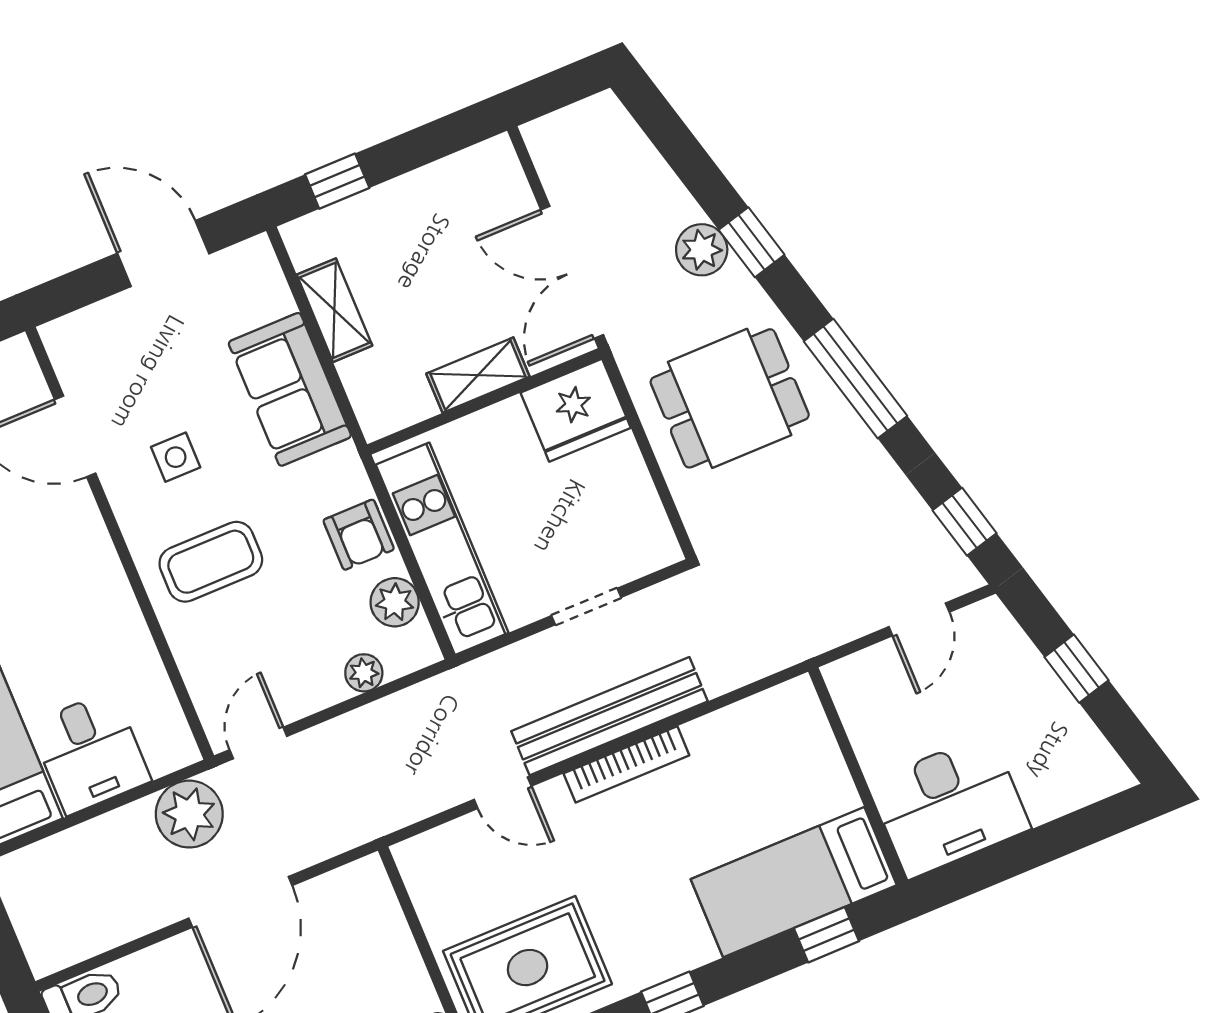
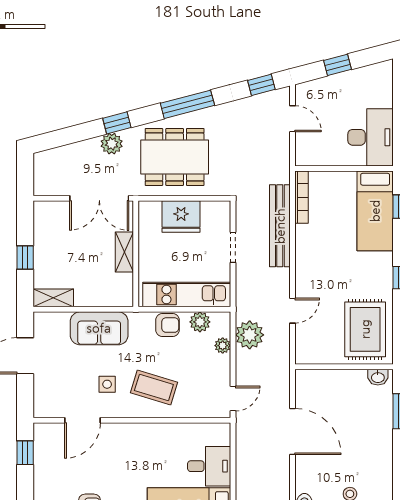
window: (337, 181) -> (25, 258), moved
shelving: (334, 310) -> (53, 298), moved
dining table: (730, 398) -> (175, 157), width x1.38
fridge: (576, 410) -> (181, 217), moved, turned 90
coffee table: (211, 562) -> (154, 388), turned -73
bench: (610, 716) -> (280, 226), moved
door: (258, 743) -> (233, 399), swing flipped
bookcase: (626, 764) -> (301, 197), moved
plant: (189, 814) -> (250, 335), moved

